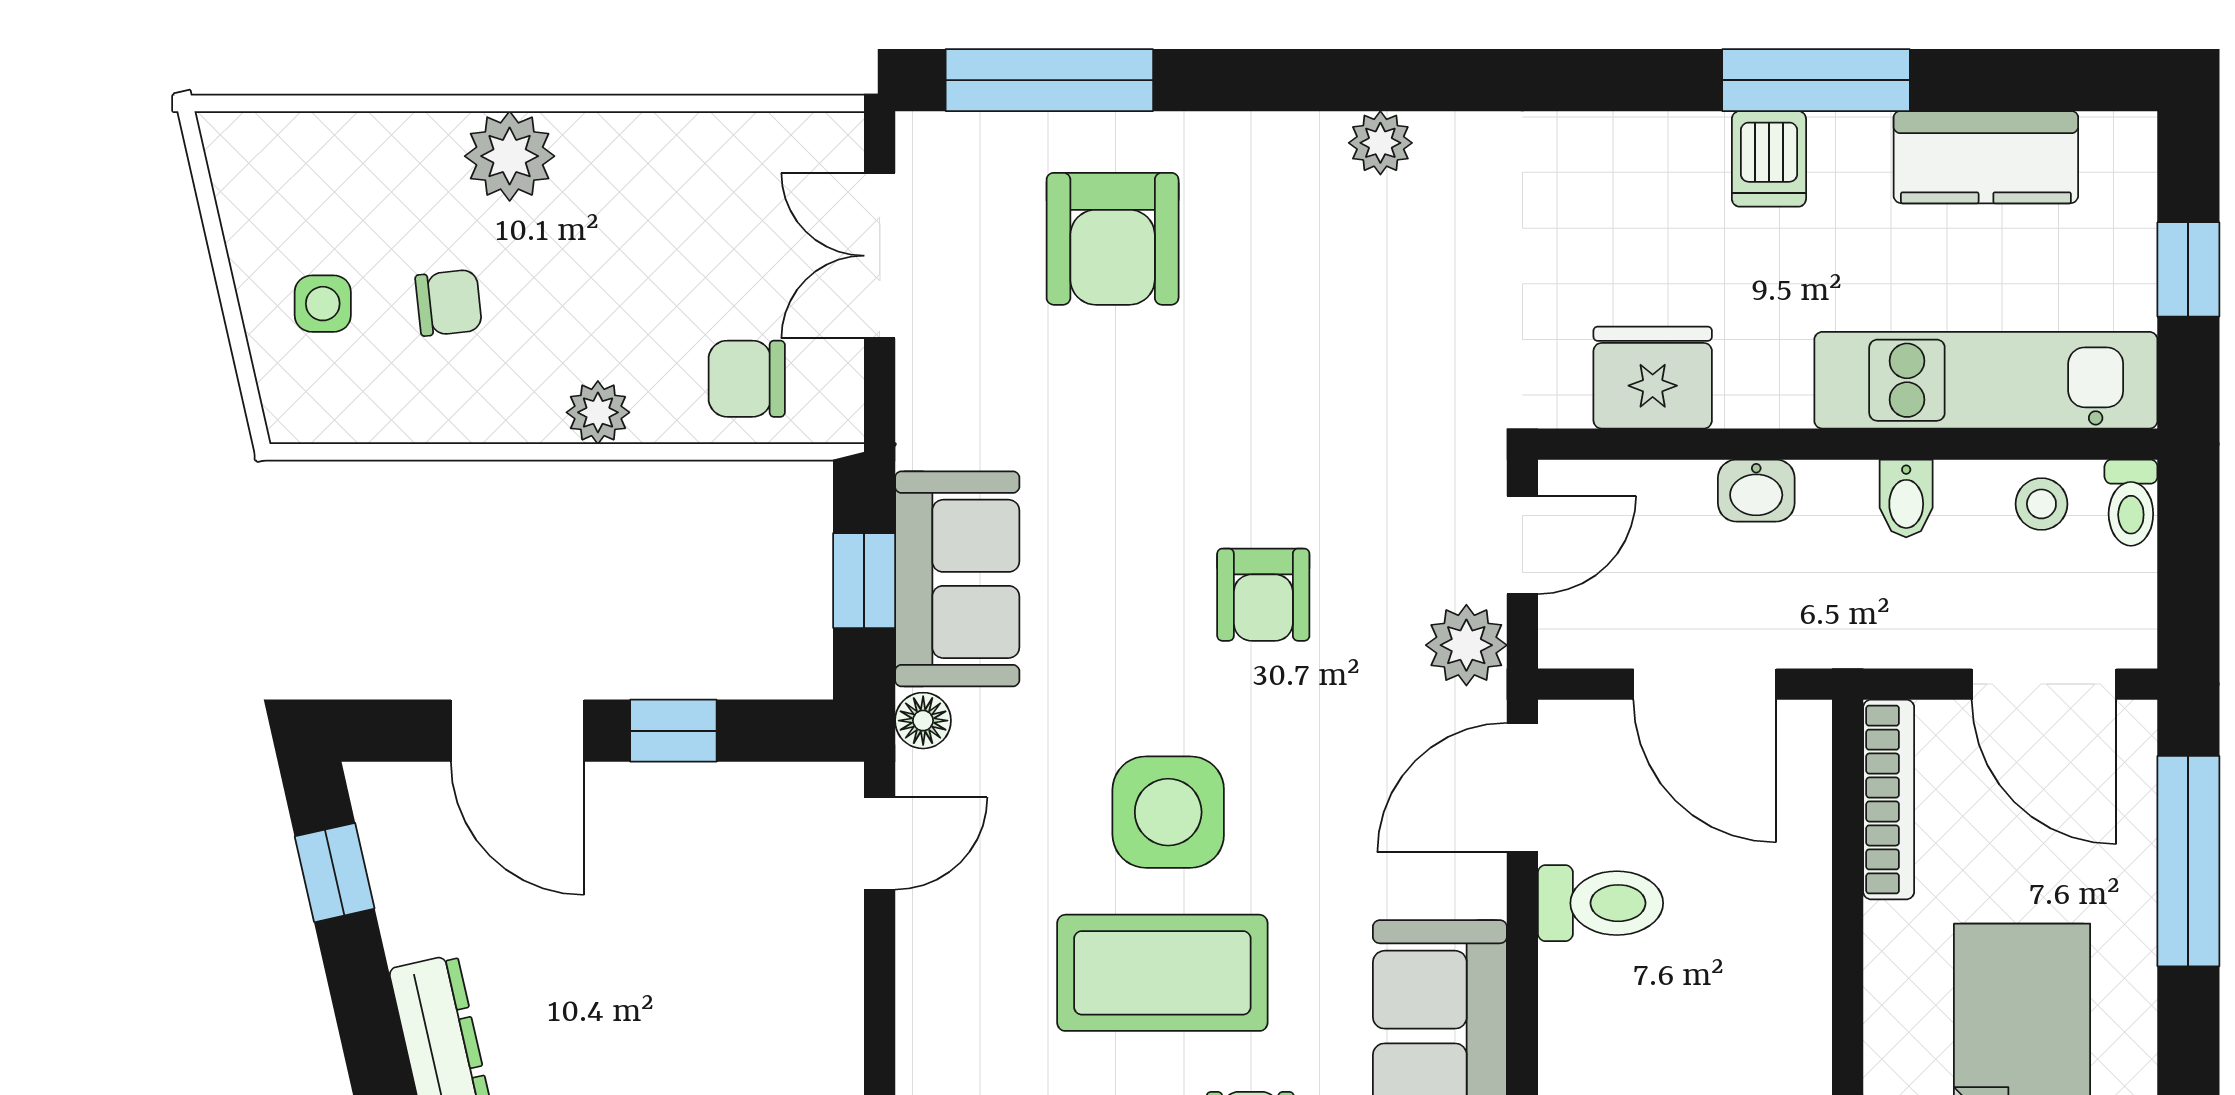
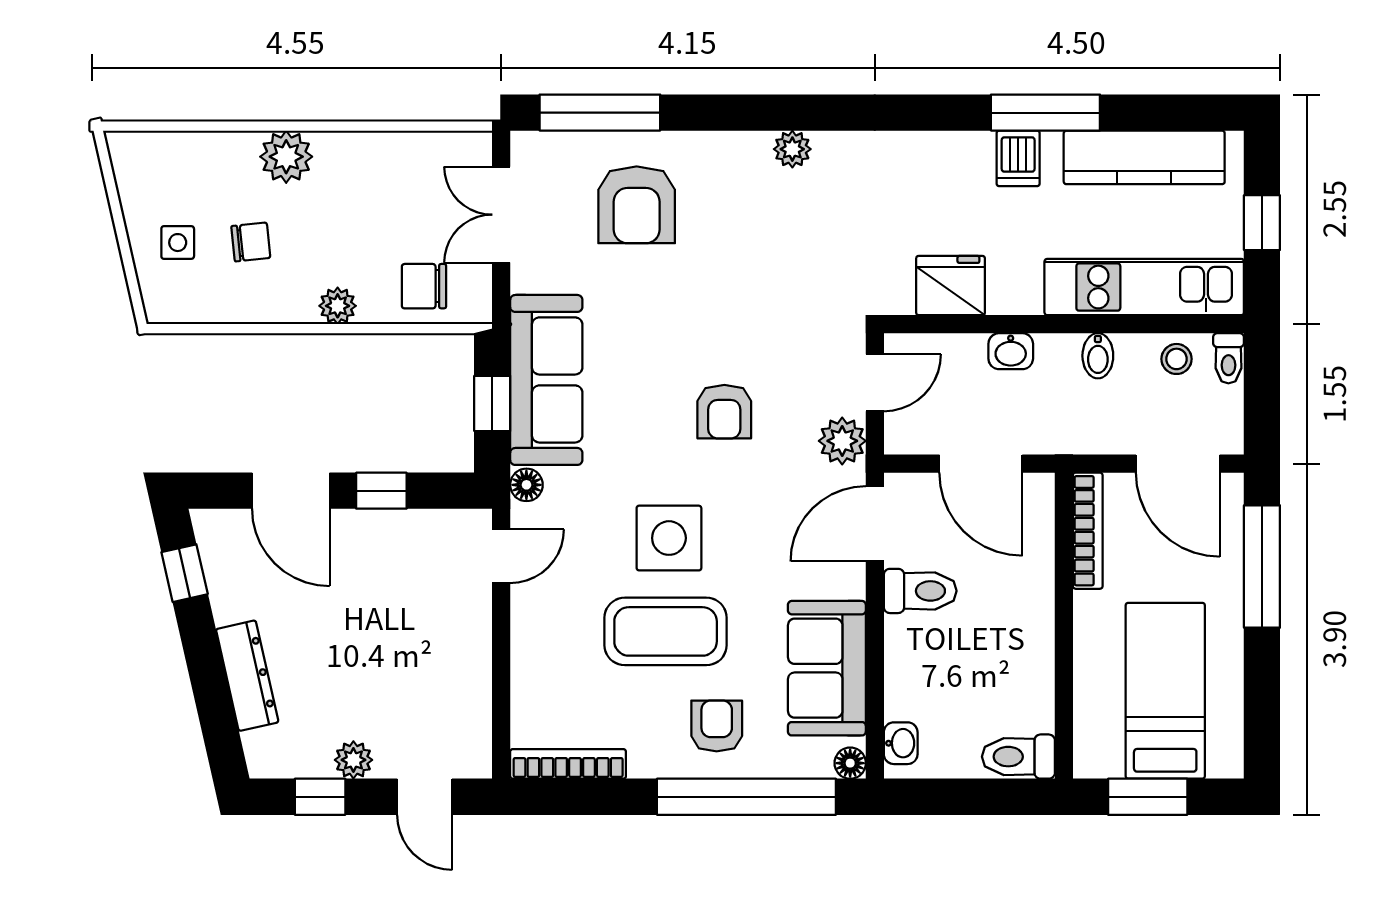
kitchen counter: (1986, 157) -> (1144, 157), width x1.50
sofa: (957, 579) -> (546, 380), width x1.36

